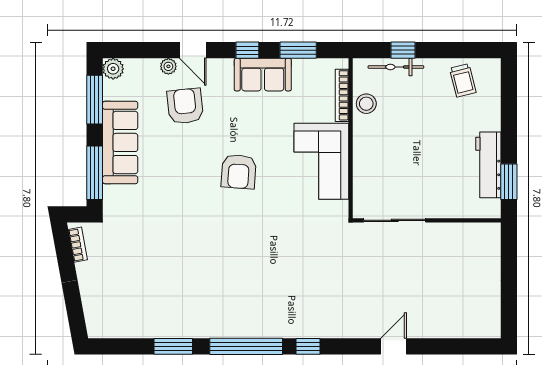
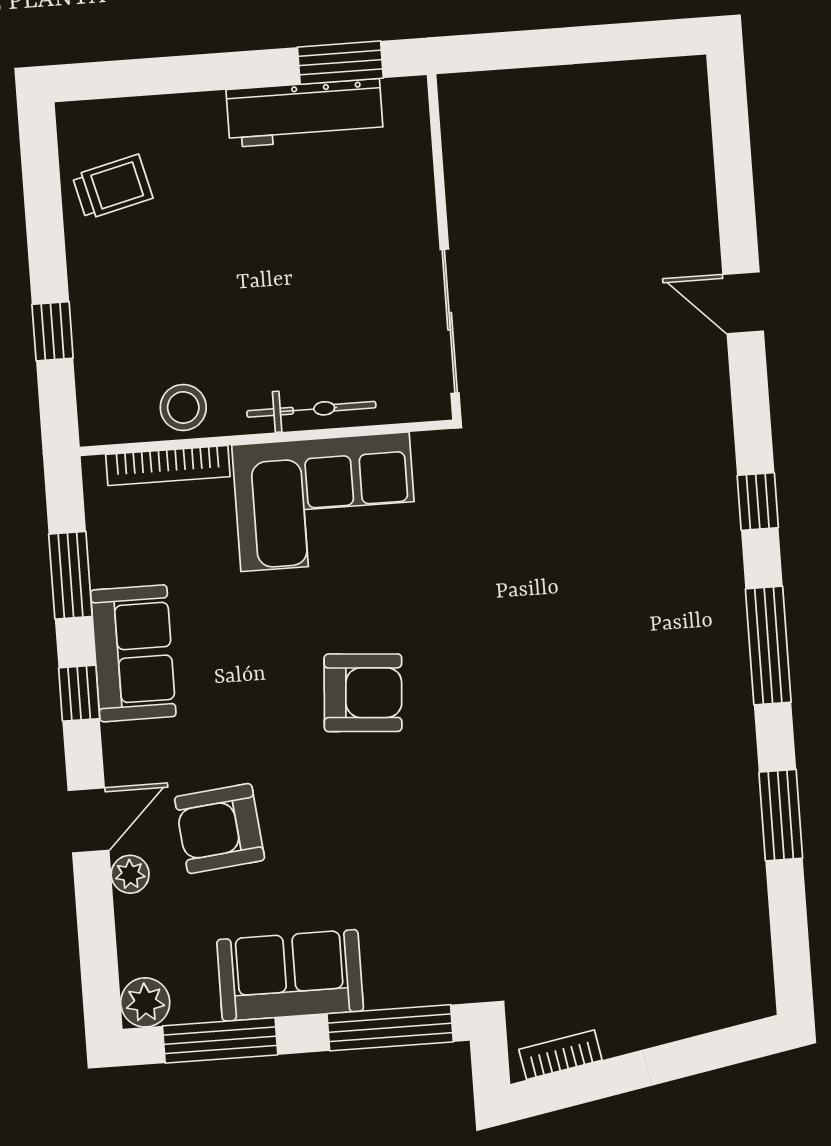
bicycle: (396, 67) -> (311, 409), moved, turned -90
sofa: (120, 142) -> (290, 975), width x0.73
window: (246, 346) -> (768, 645), width x0.68

